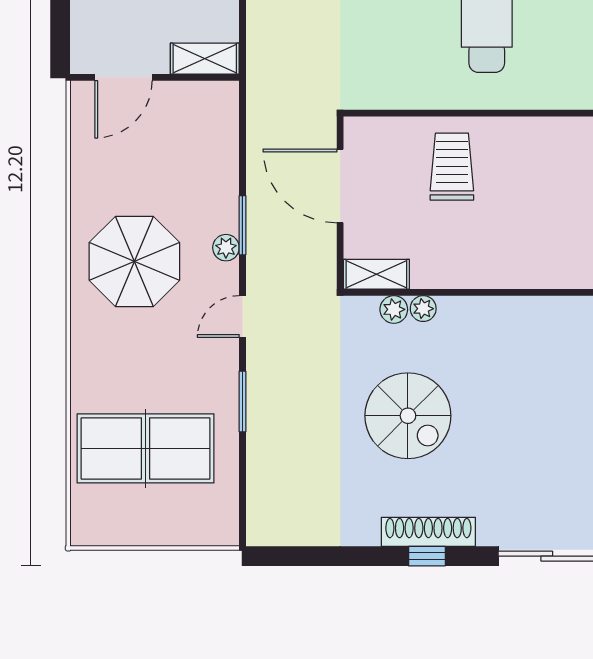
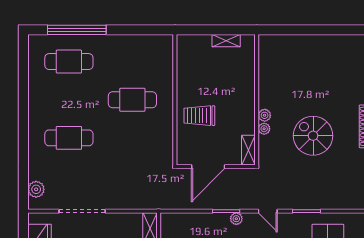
plant: (394, 309) -> (265, 115), moved
spiral stairs: (408, 416) -> (313, 136), turned -90

